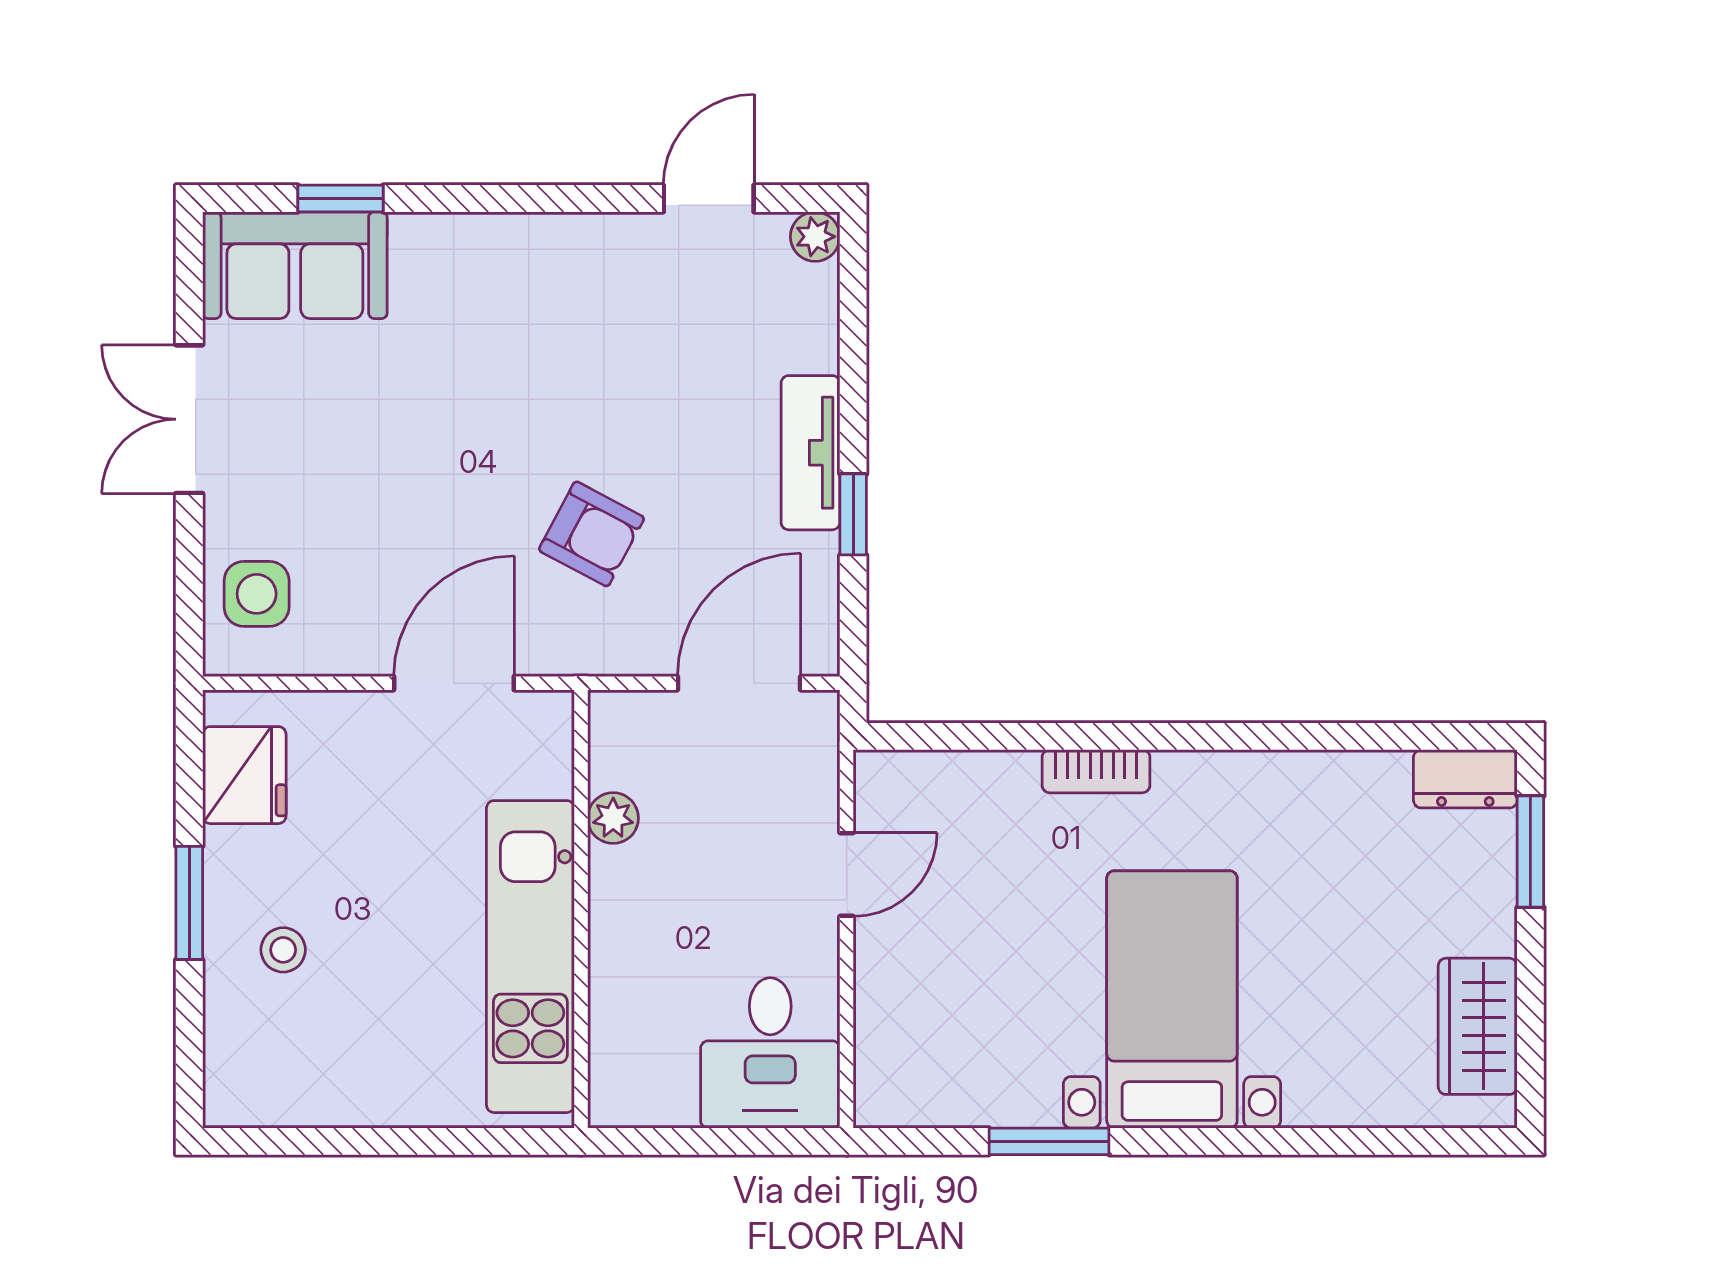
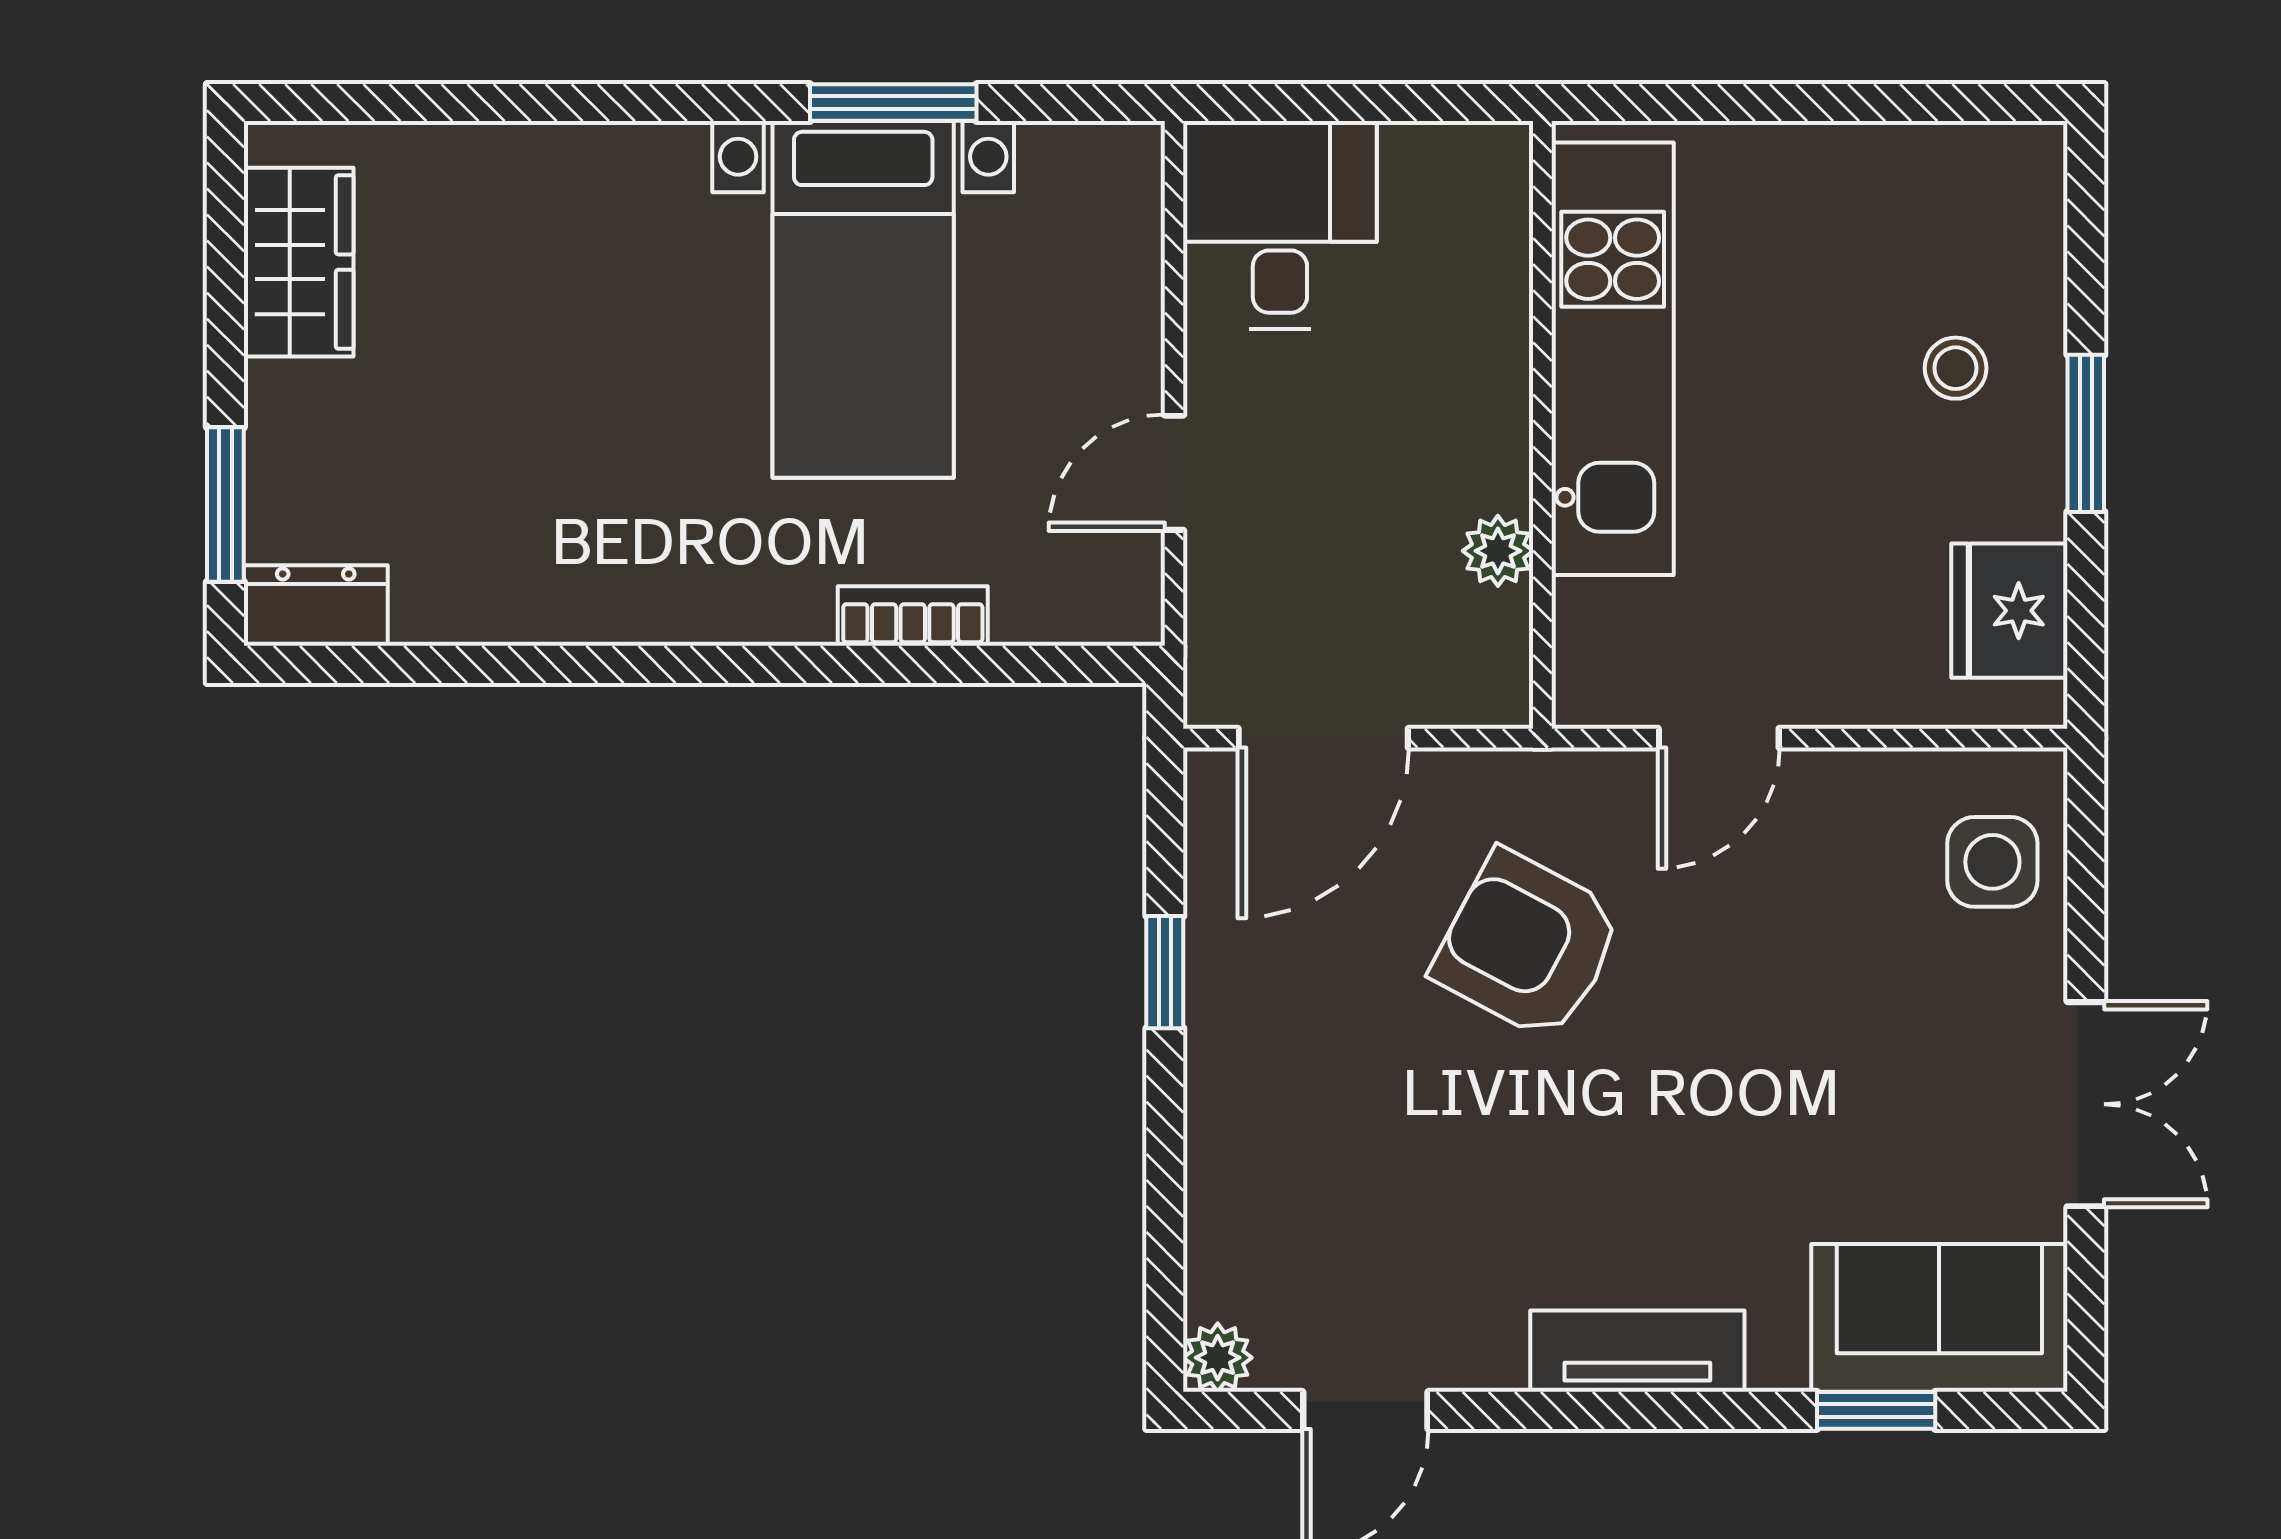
tv unit: (810, 453) -> (1637, 1351), moved, turned -90
armchair: (592, 534) -> (1528, 945), width x1.38, depth x1.38
door: (454, 683) -> (1719, 738), width x0.73
bookcase: (1096, 771) -> (913, 616), moved
bed with nightstands: (1172, 999) -> (863, 299), moved

